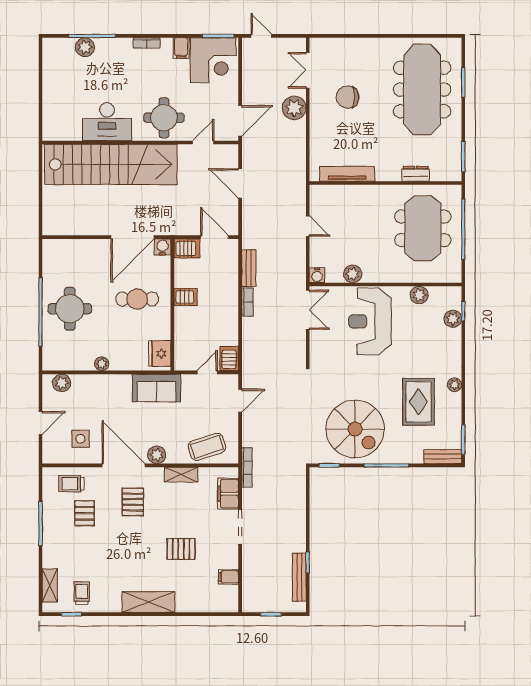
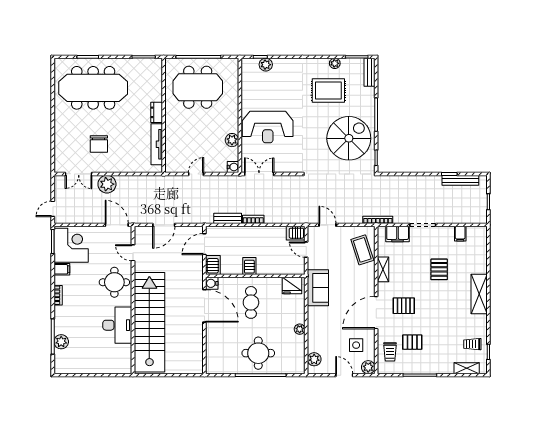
dresser: (416, 174) -> (157, 112), moved
plant: (419, 295) -> (248, 90), removed
plant: (455, 385) -> (335, 63), moved
plant: (157, 455) -> (368, 367), moved

